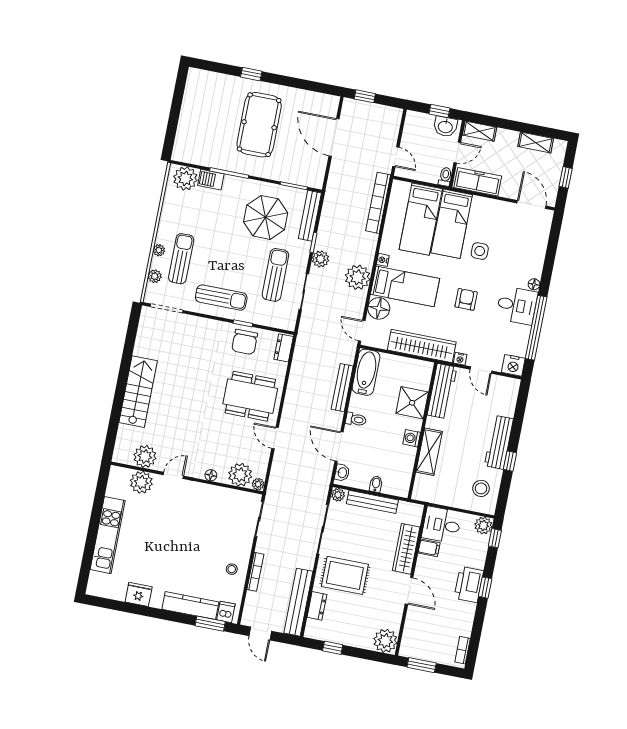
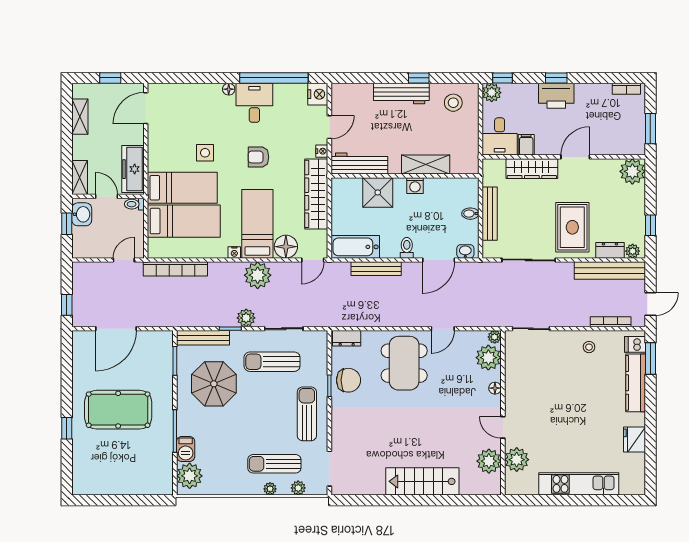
plant: (338, 495) -> (633, 251), moved
bookcase: (255, 572) -> (611, 322), moved

